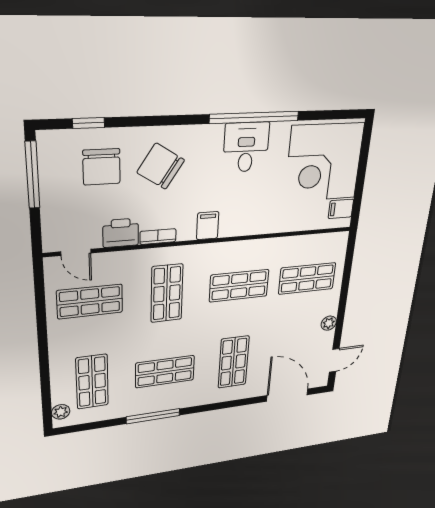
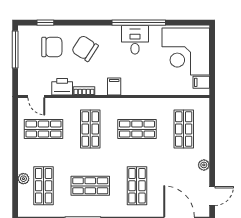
chair: (102, 167) -> (52, 47), turned -90
shop shelf: (307, 278) -> (184, 129), turned 90
plant: (61, 412) -> (23, 179), moved

